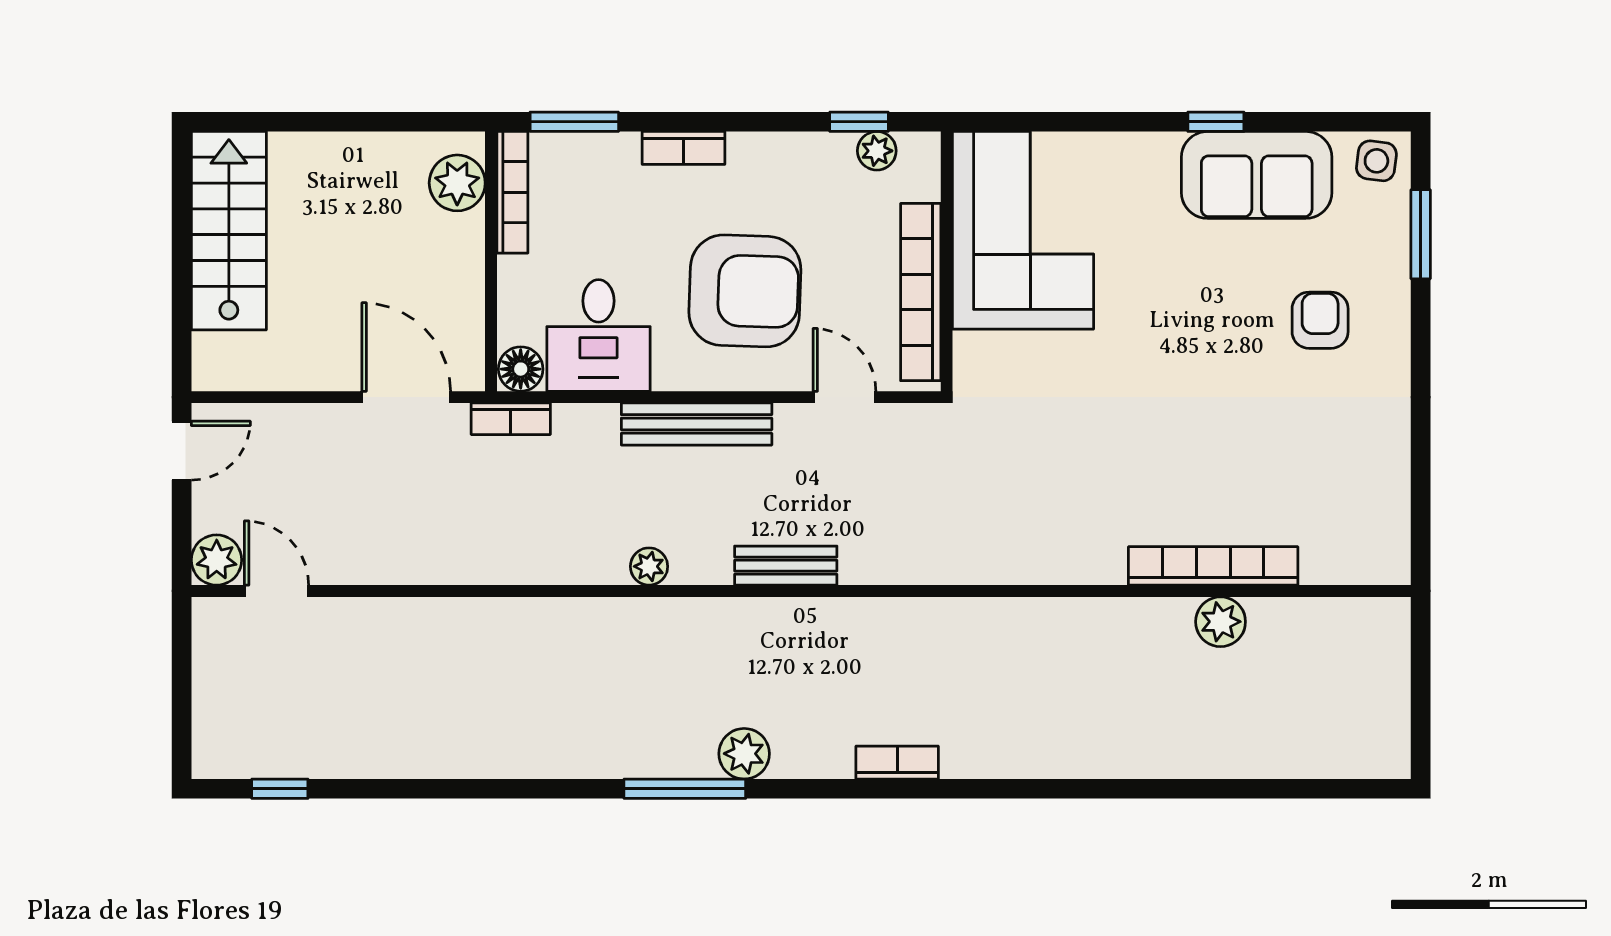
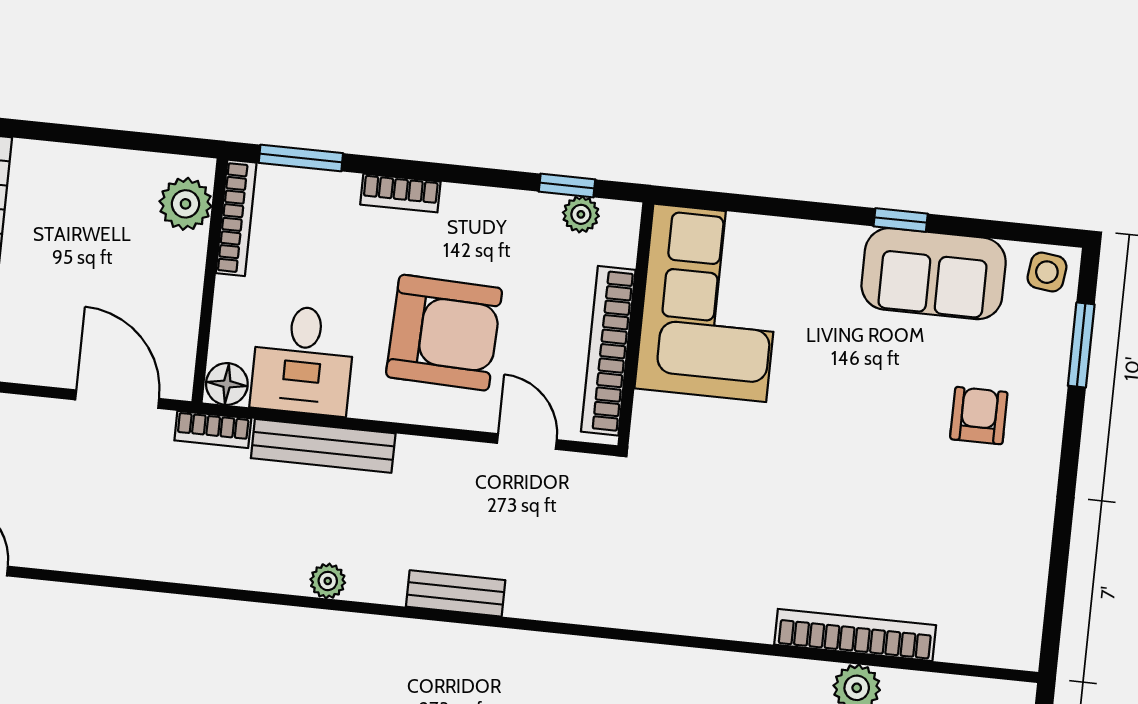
bench: (697, 424) -> (323, 446), moved

